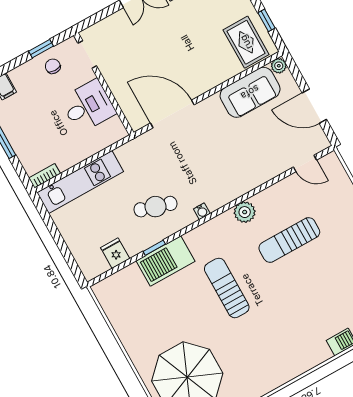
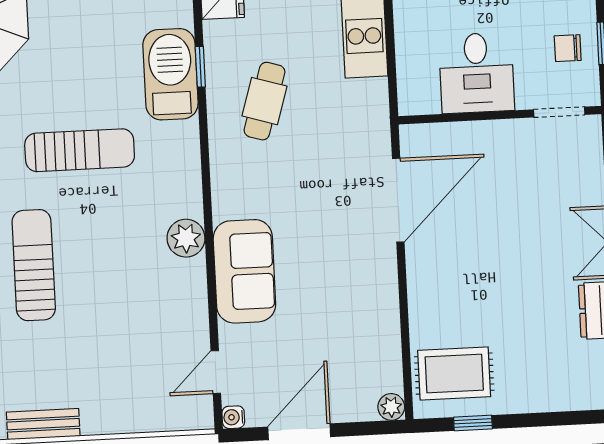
chair: (53, 66) -> (568, 48), turned 180
sofa: (250, 92) -> (244, 271), moved, turned 180
water cooler: (202, 211) -> (233, 417), moved
sun lounger: (289, 240) -> (34, 265), moved

